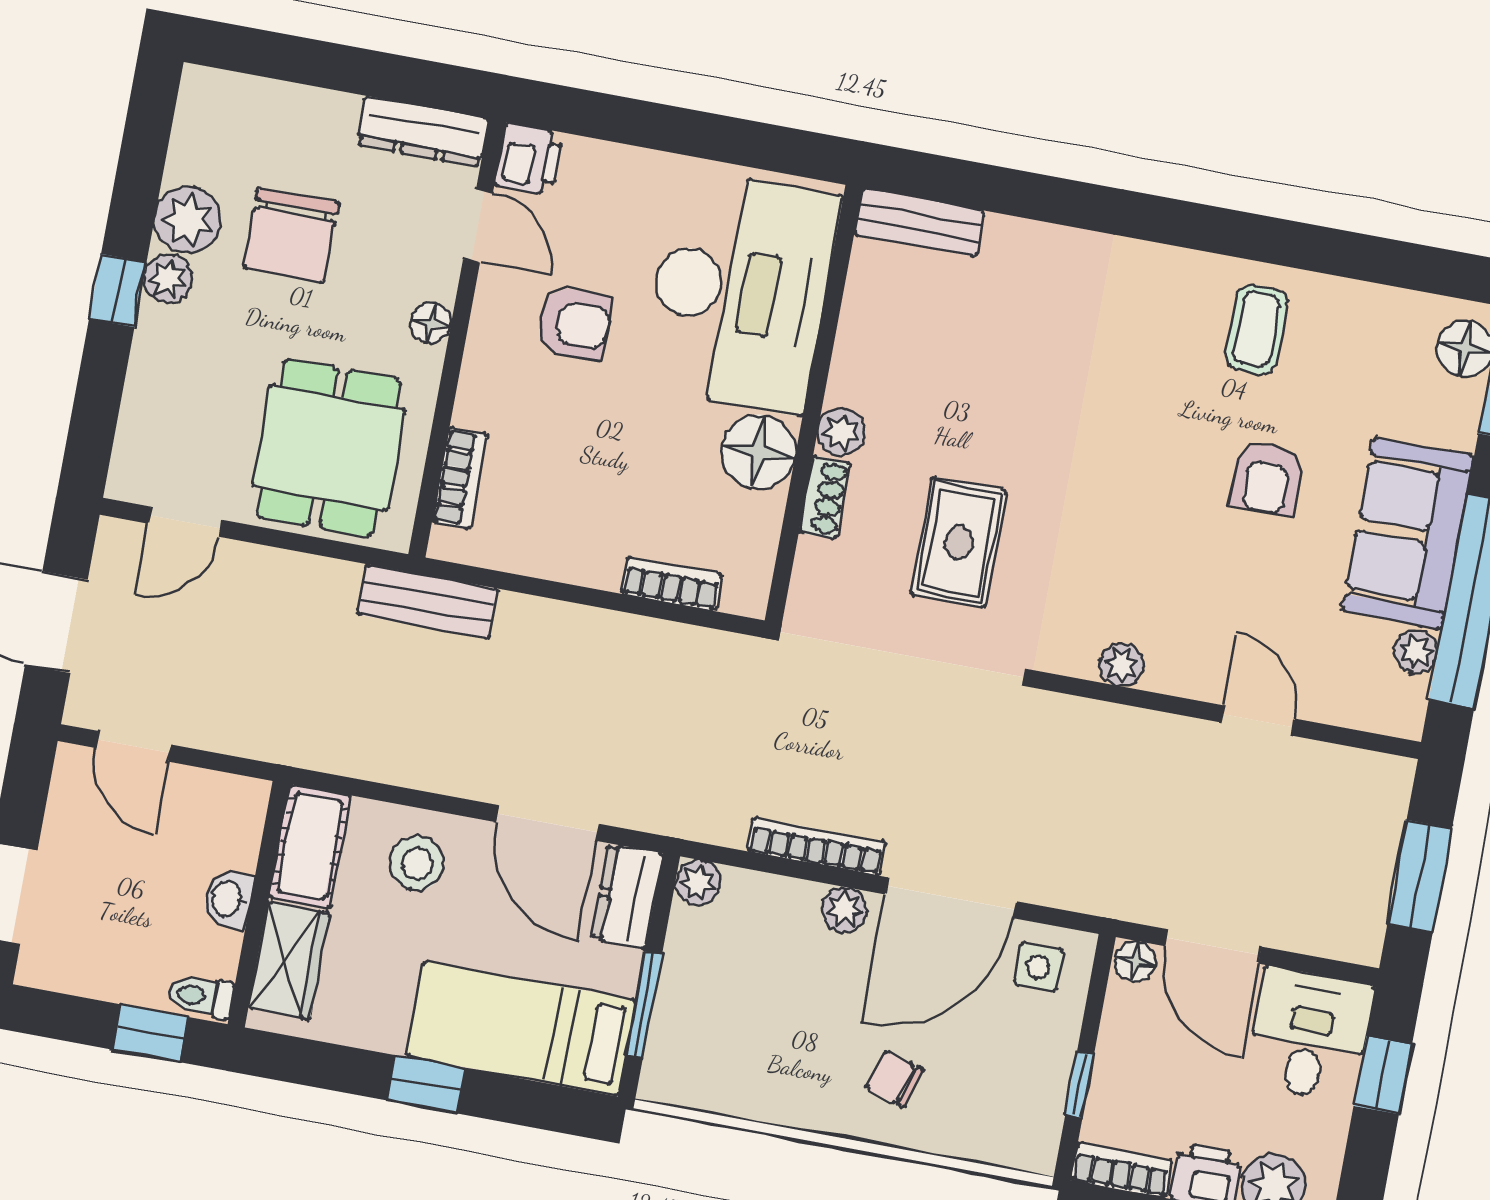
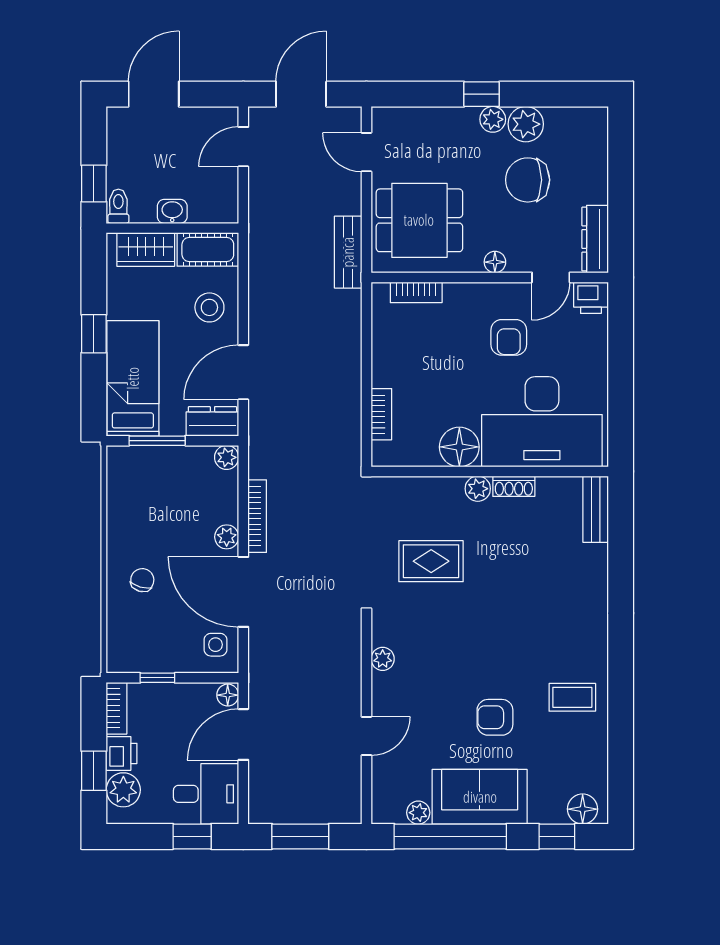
shoe rack: (825, 497) -> (514, 486), moved
bench: (428, 602) -> (348, 252), moved

